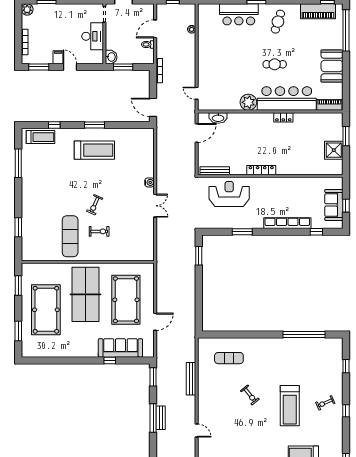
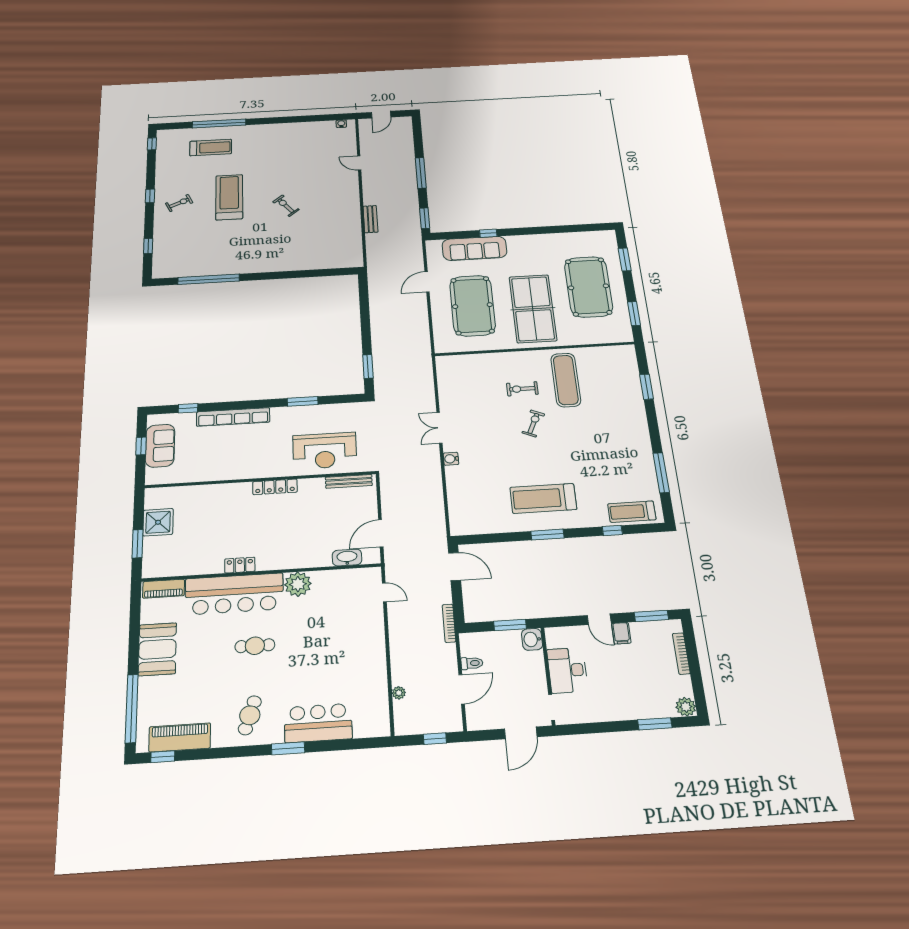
exercise mat: (229, 358) -> (317, 246), removed
bench: (191, 379) -> (370, 219), width x0.73
bench: (161, 418) -> (410, 174), removed

